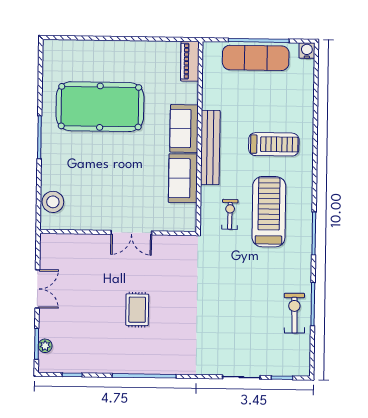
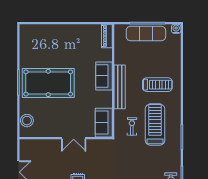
pool table: (100, 107) -> (48, 83), moved
sofa: (183, 178) -> (104, 123), moved

